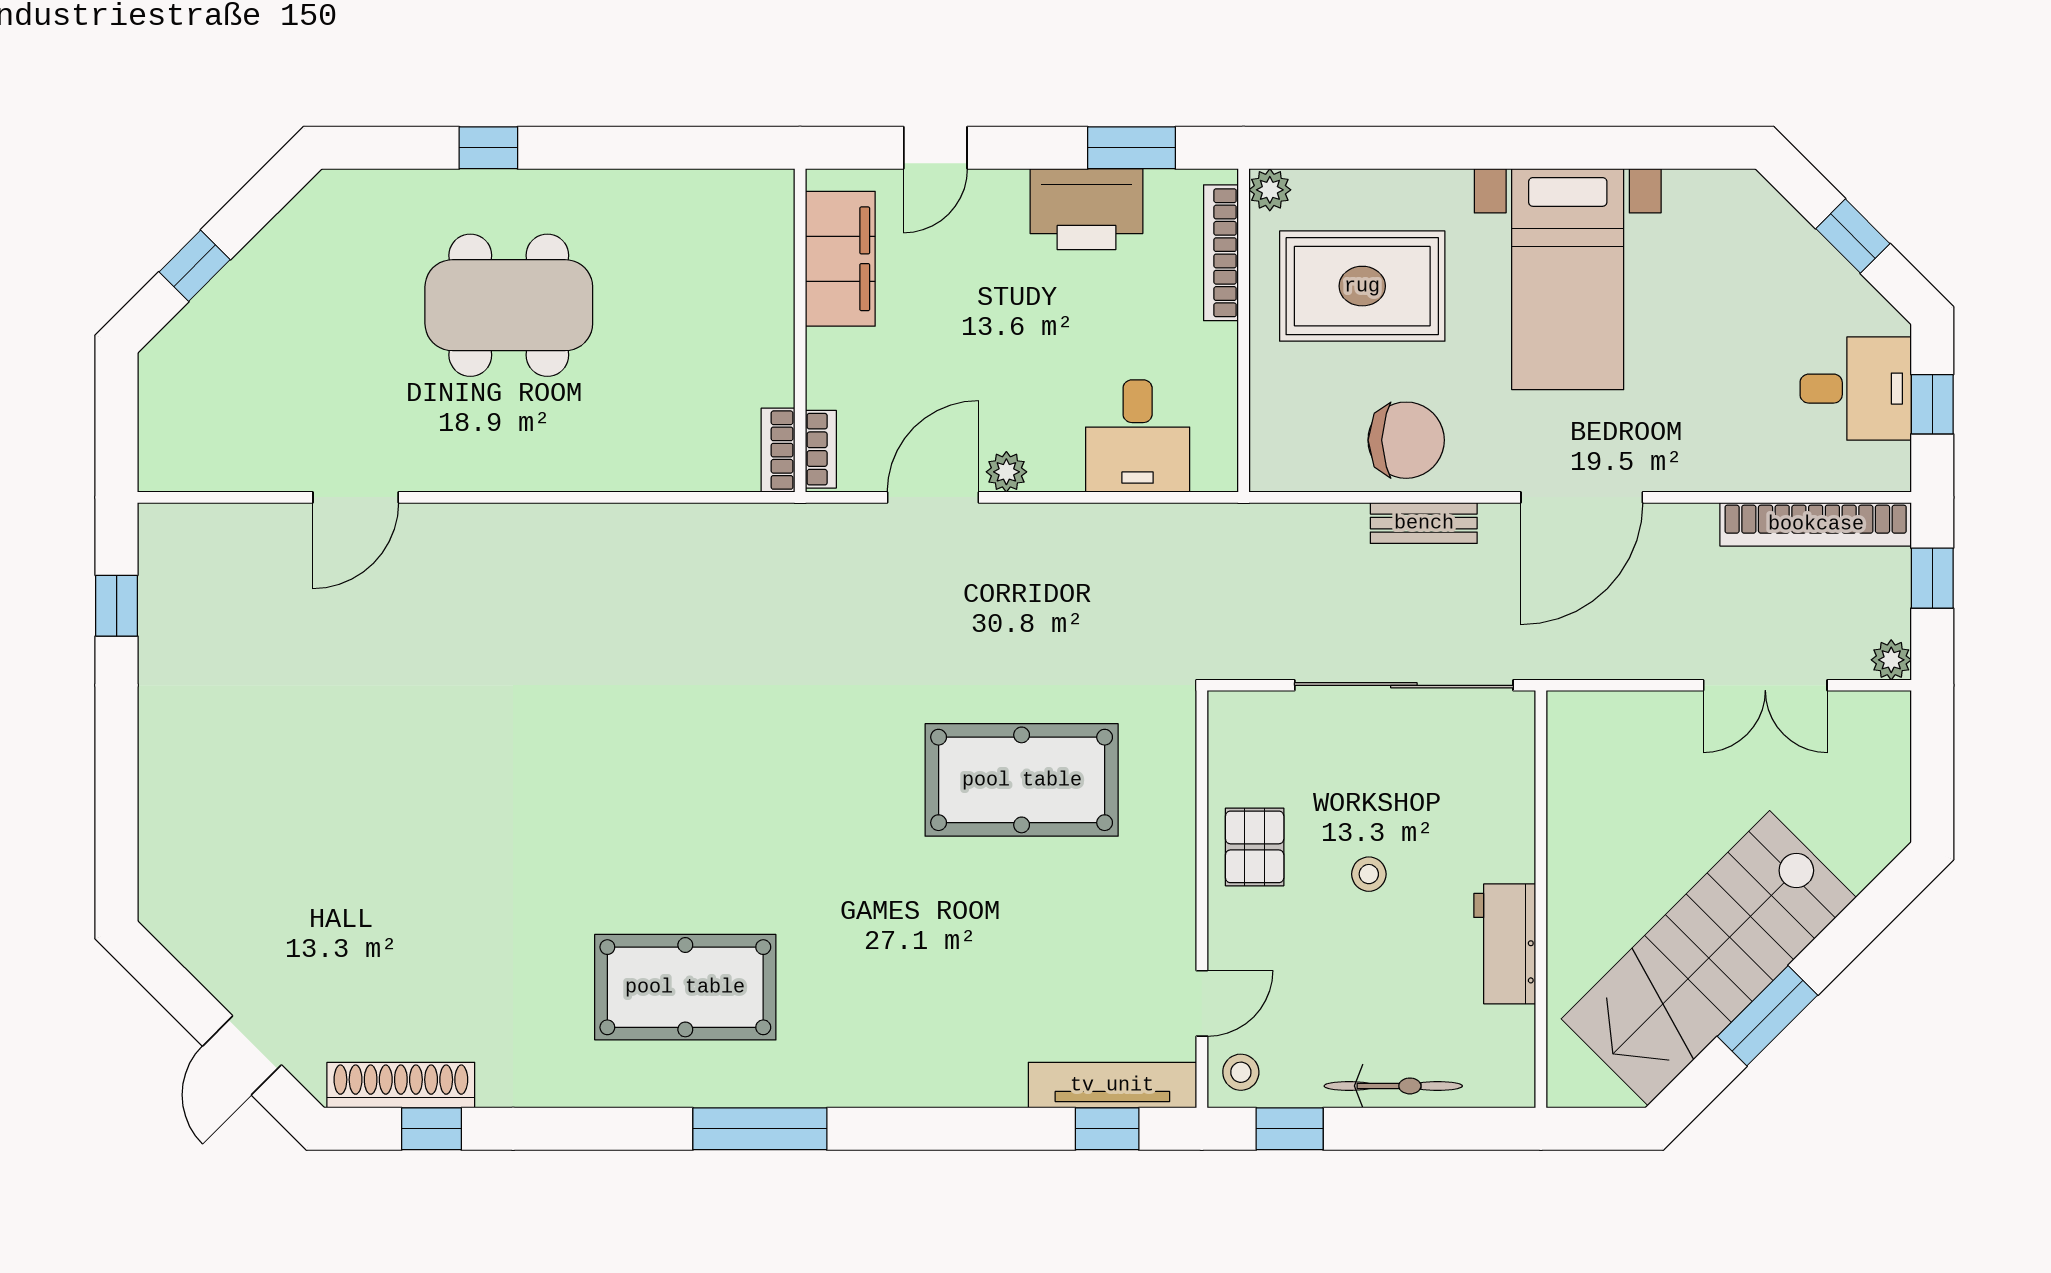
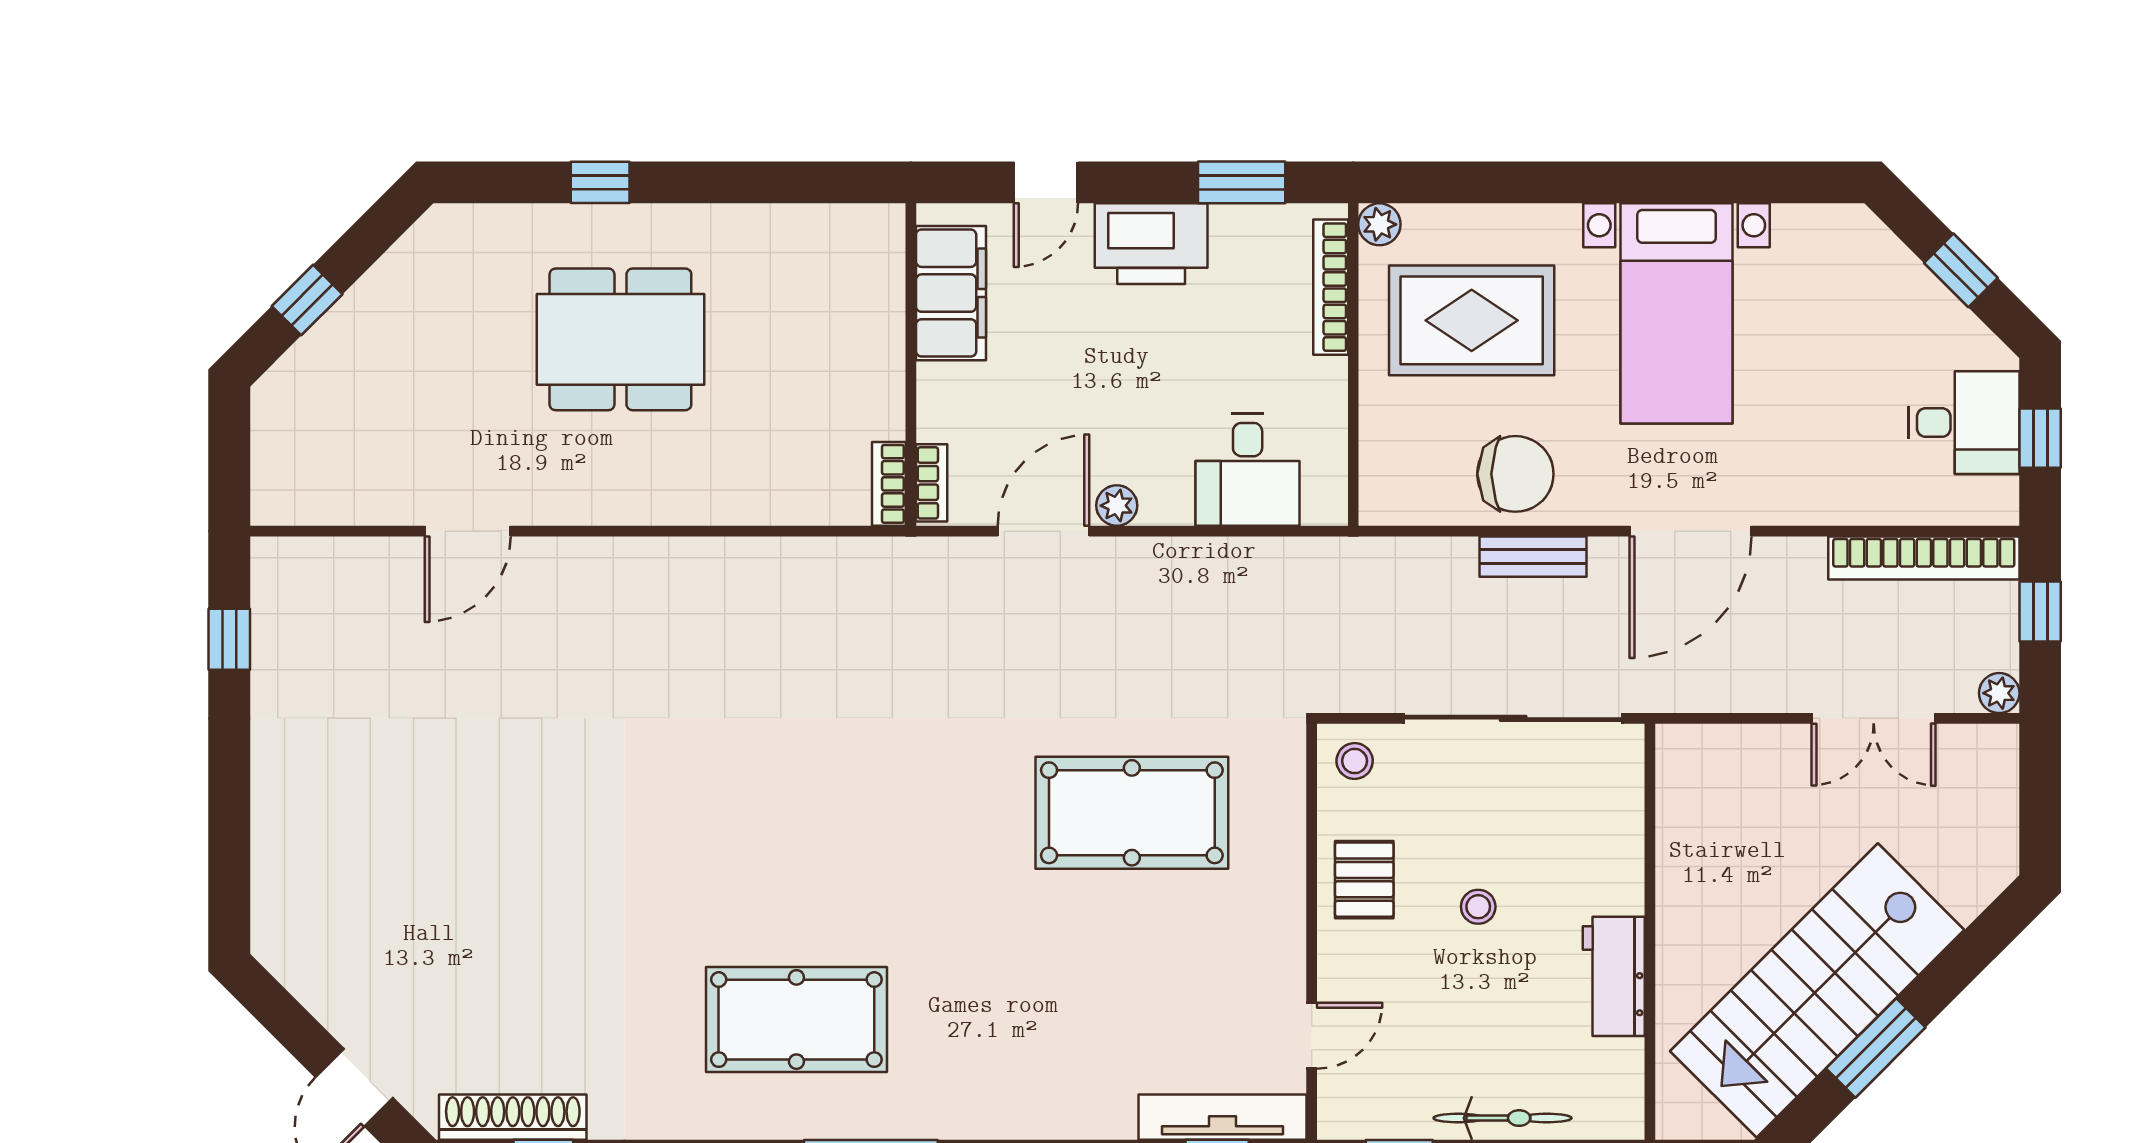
printer: (1086, 209) -> (1151, 244), moved
stool: (1241, 1072) -> (1355, 761), moved

